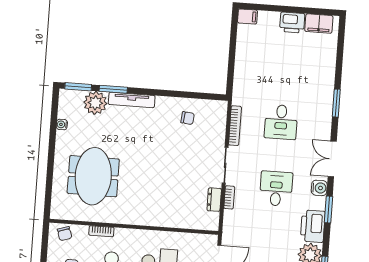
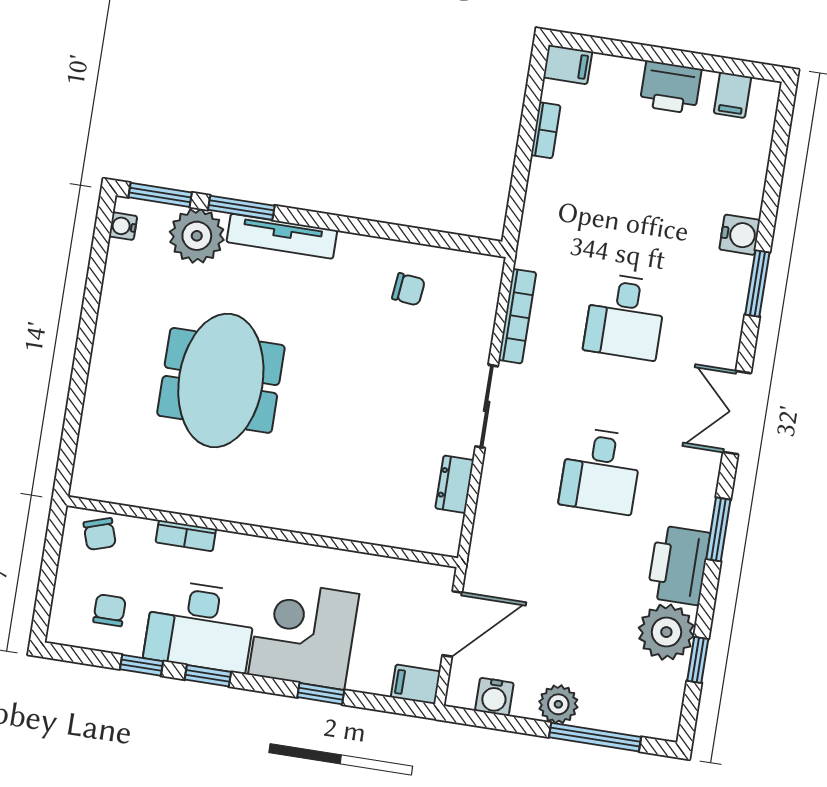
filing cabinet: (319, 24) -> (732, 95), width x0.50
water cooler: (62, 124) -> (123, 226), moved
meeting table: (93, 176) -> (221, 380), moved
water cooler: (319, 188) -> (740, 235), moved
desk: (276, 189) -> (601, 471), turned 180
bookcase: (229, 197) -> (546, 130), moved

